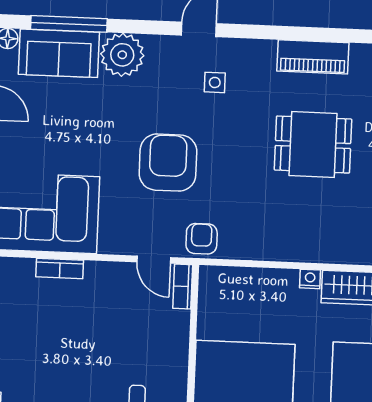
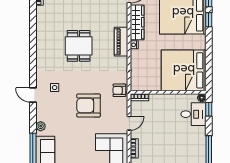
plant: (122, 55) -> (41, 126), width x0.53, depth x0.53
piano: (313, 57) -> (121, 42), moved, turned 180
door: (154, 260) -> (129, 123), moved

